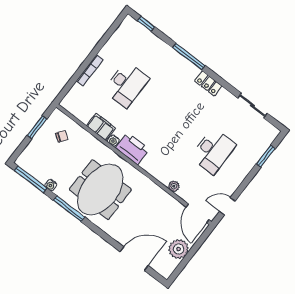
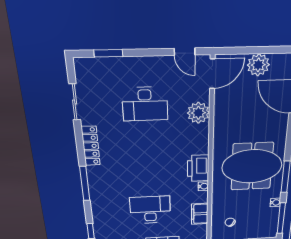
locker: (208, 83) -> (91, 146), width x1.53
filing cabinet: (101, 127) -> (200, 214), moved
desk: (213, 151) -> (145, 104), turned 180
plant: (174, 186) -> (198, 113), width x1.88, depth x1.88

